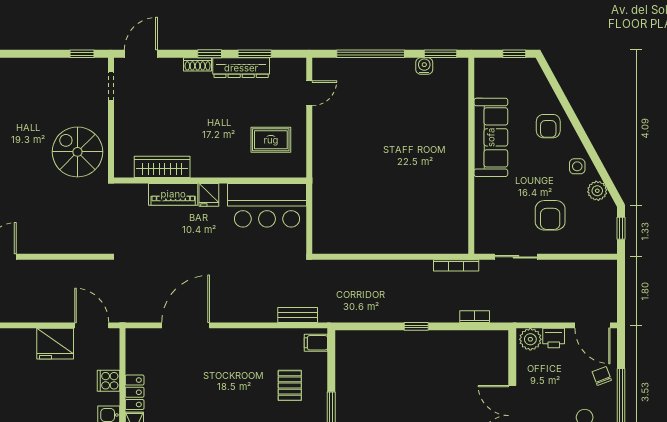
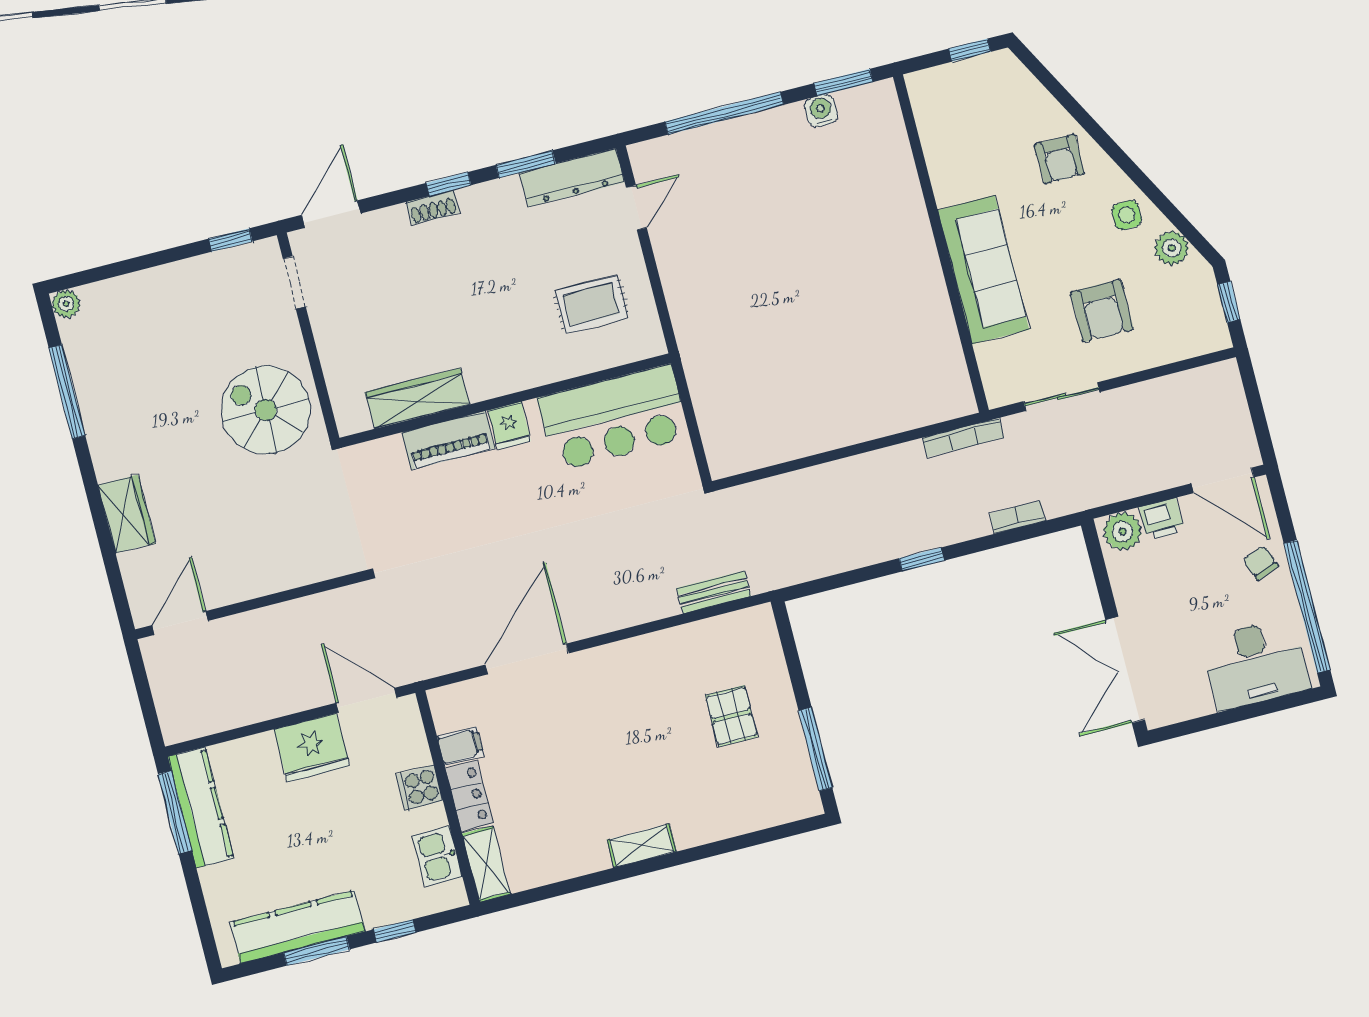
dresser: (241, 68) -> (572, 178), moved
sofa: (491, 137) -> (983, 270), moved
filing cabinet: (316, 343) -> (460, 746), moved, turned 180

